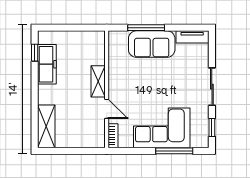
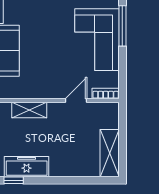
shelving: (98, 81) -> (29, 110), moved
shelving: (46, 126) -> (110, 153), moved, turned 90

